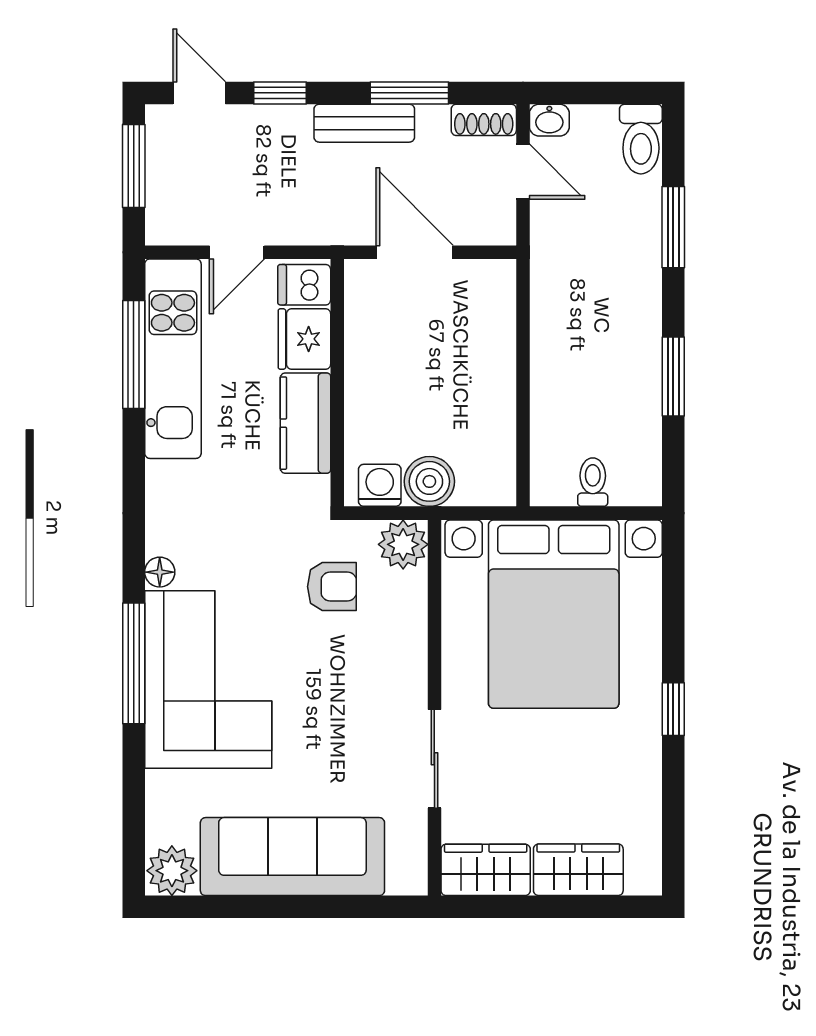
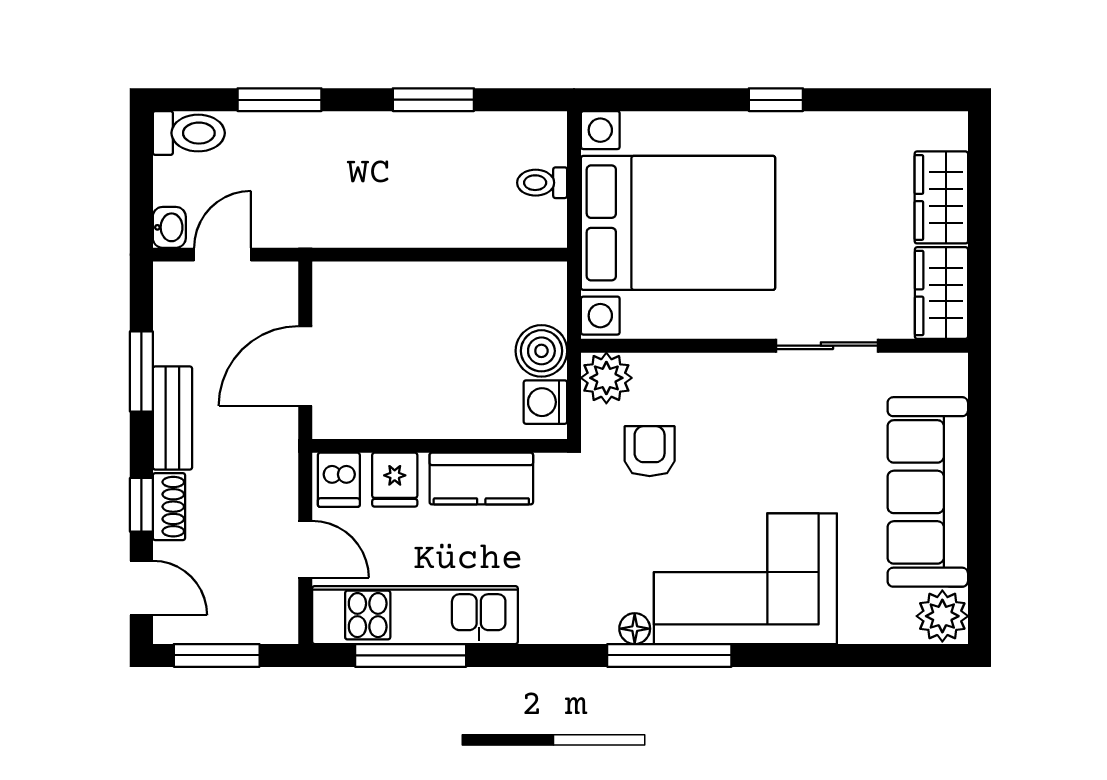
door: (199, 93) -> (141, 588), swing flipped
shoe rack: (484, 120) -> (169, 507), moved
fridge: (304, 339) -> (395, 480), width x0.72
window: (134, 663) -> (669, 655), moved

